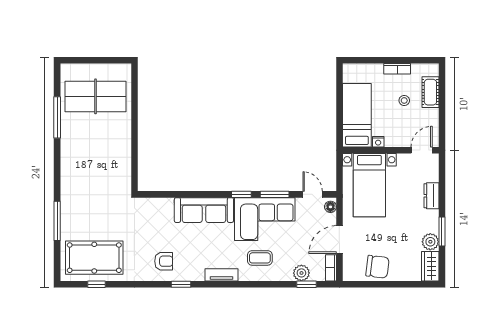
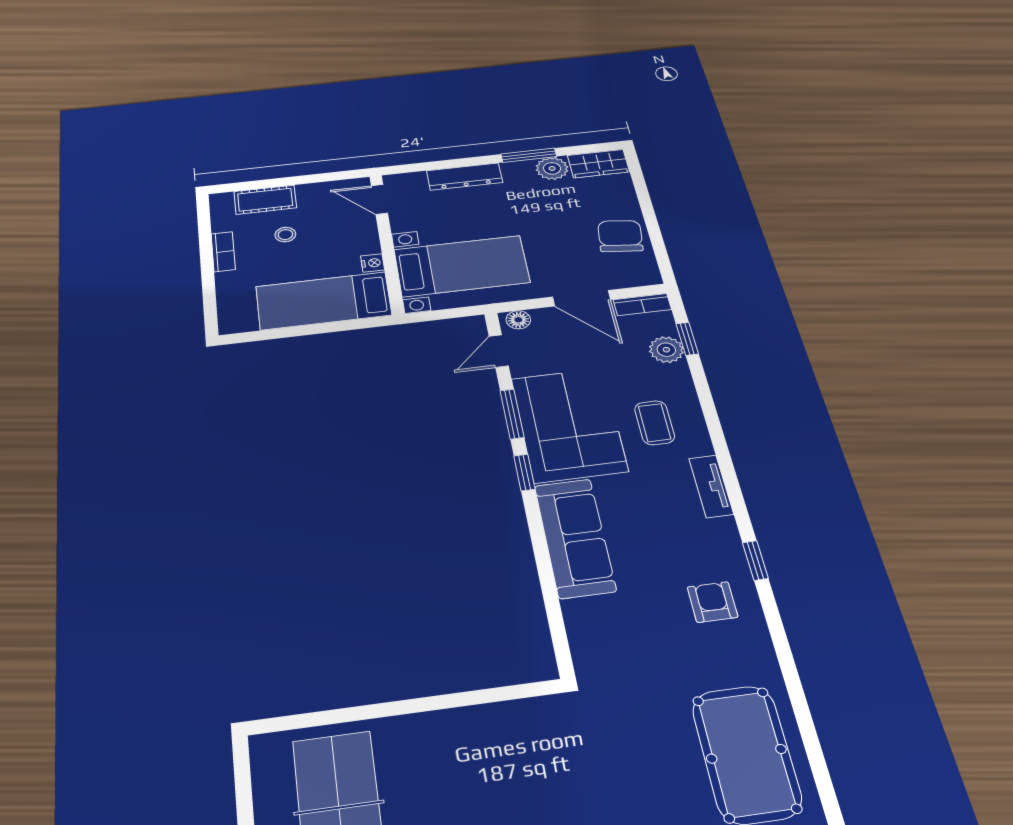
dresser: (431, 196) -> (465, 177), width x1.44
window: (96, 284) -> (810, 739), removed

